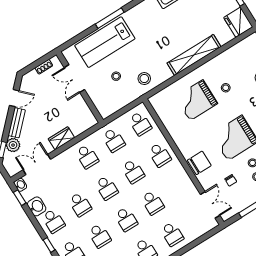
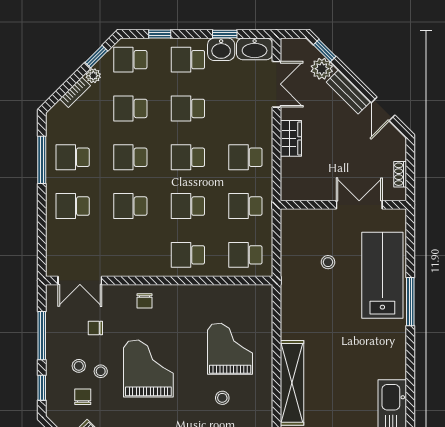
stool: (144, 79) -> (302, 298), removed
chair: (199, 163) -> (145, 301), width x0.54, depth x0.54
washbasin: (20, 185) -> (255, 49), width x1.91, depth x1.45
window: (20, 198) -> (225, 34), moved

